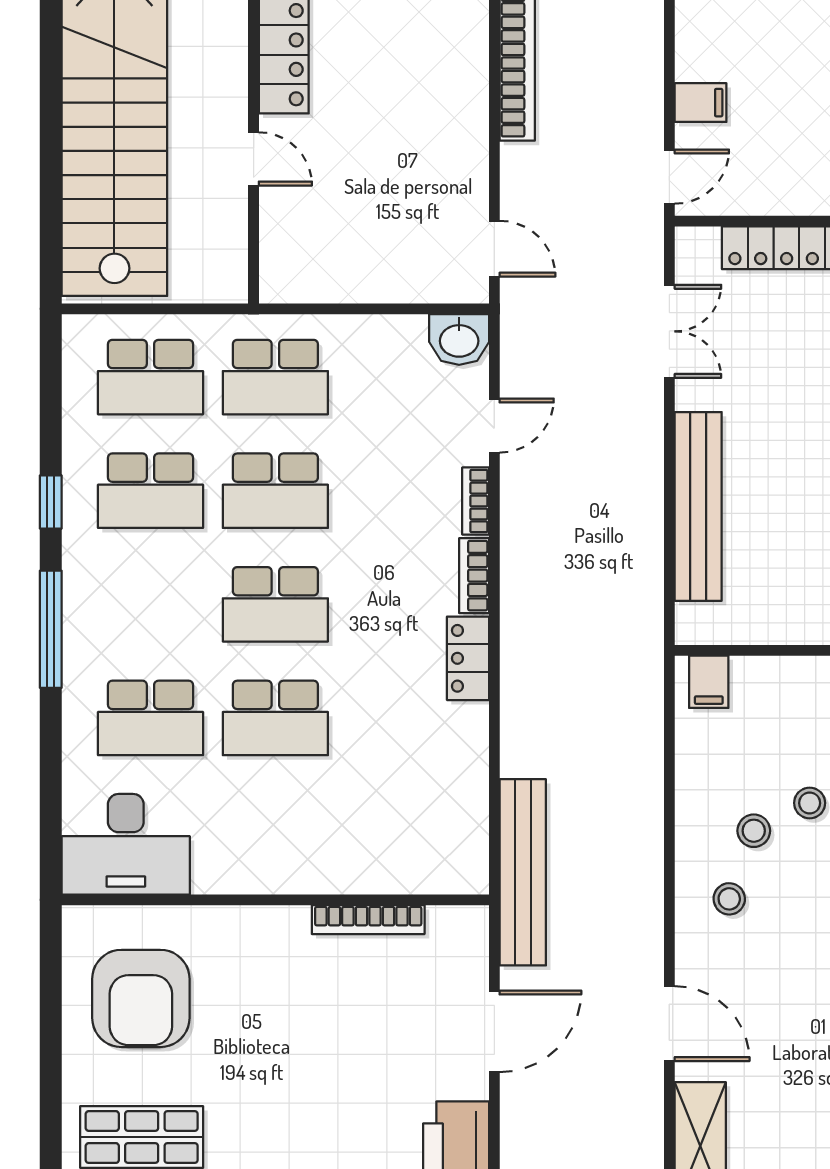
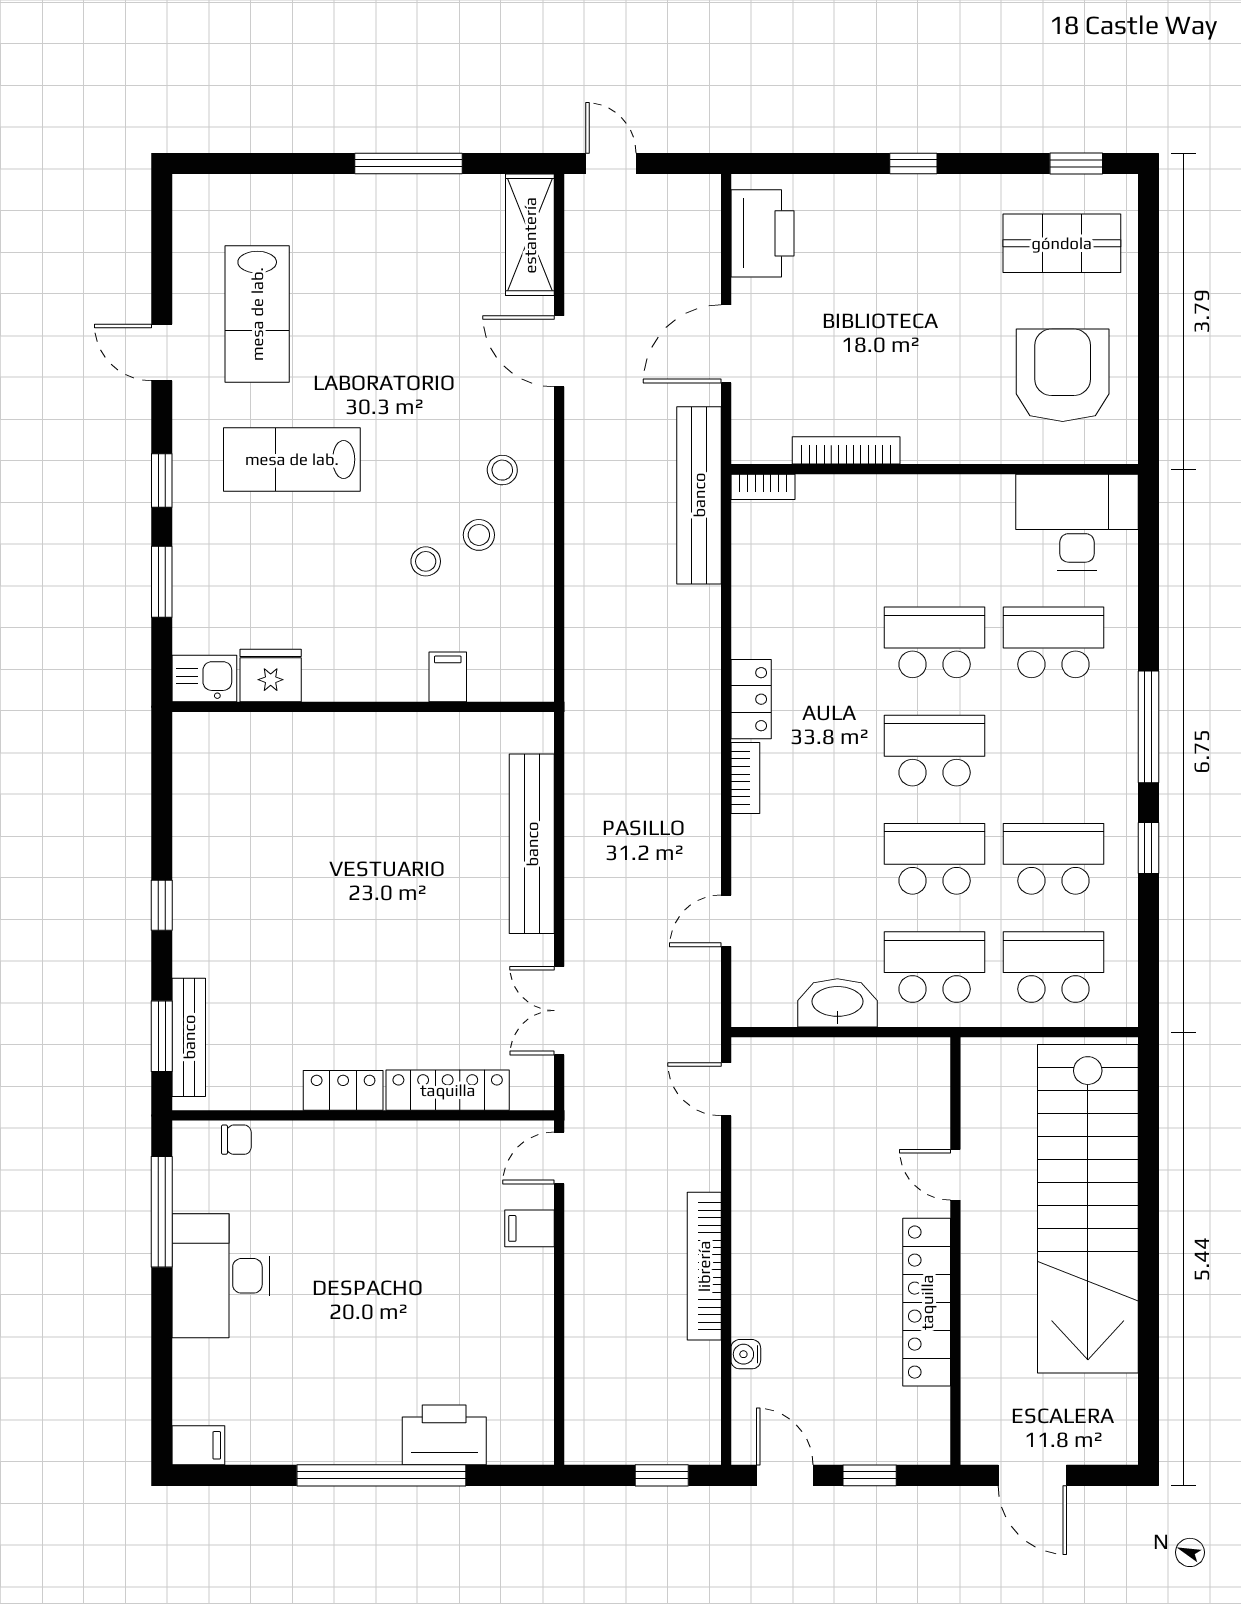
washbasin: (459, 339) -> (837, 1003), moved, width x1.38
bookcase: (476, 501) -> (763, 487), moved, turned 90
filing cabinet: (709, 682) -> (448, 677), moved

